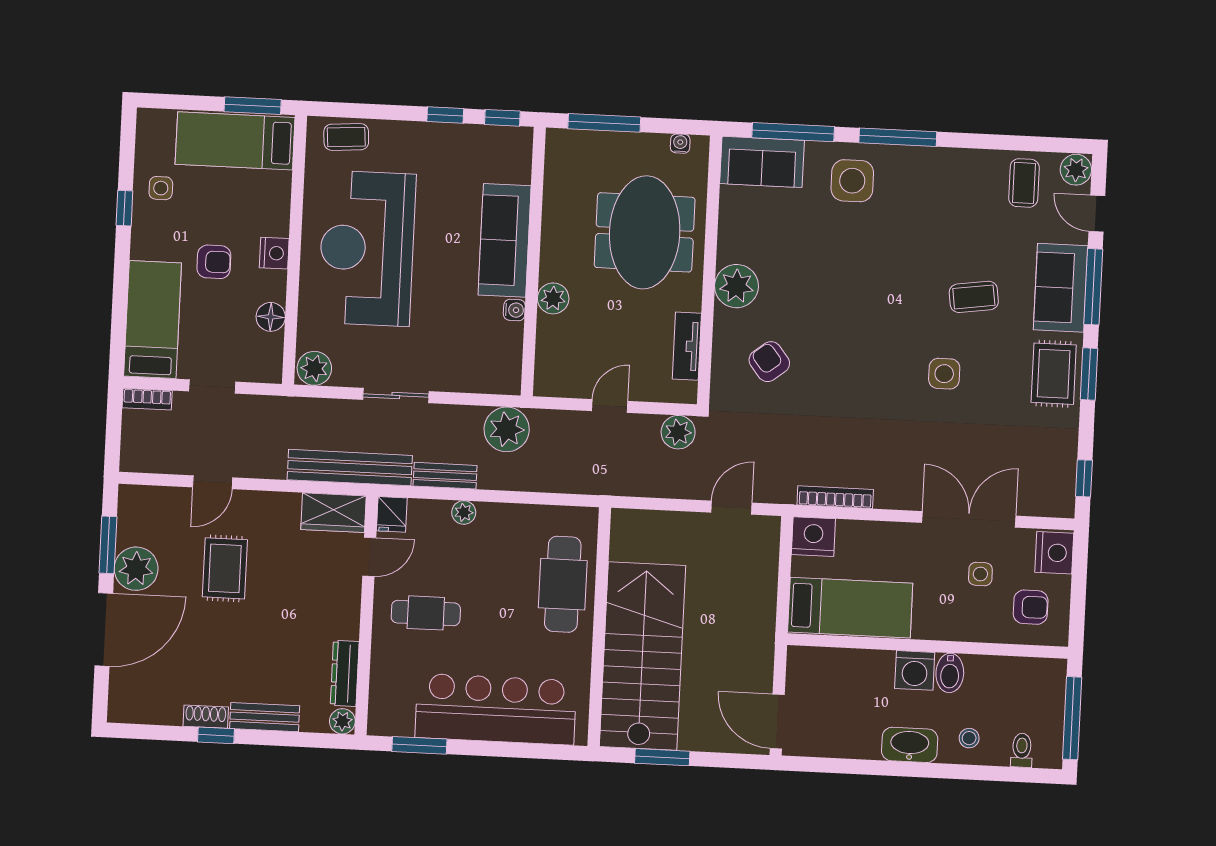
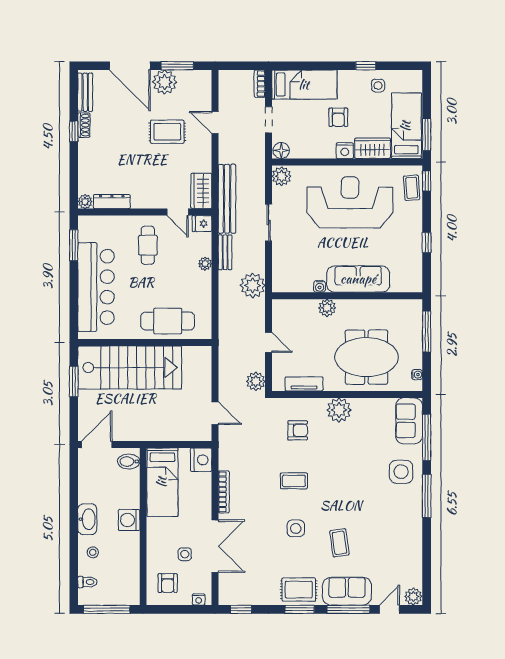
window: (502, 118) -> (427, 181), moved
coffee table: (1024, 183) -> (294, 481), moved
wardrobe: (272, 203) -> (373, 148), added
floor lamp: (271, 317) -> (281, 150), moved
armchair: (769, 362) -> (298, 430), turned 38
bookcase: (835, 497) -> (224, 492), moved
nightstand: (1054, 553) -> (199, 599), width x0.53, depth x0.56
bidet: (950, 673) -> (129, 462), moved
bench: (265, 717) -> (85, 92), moved

